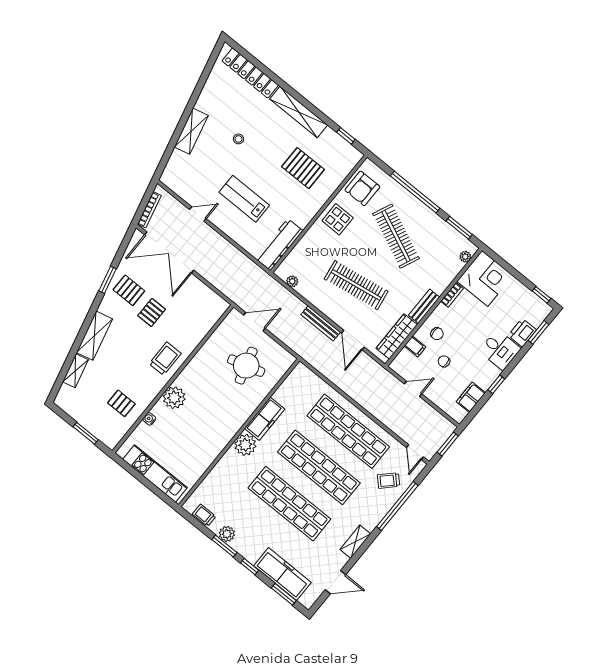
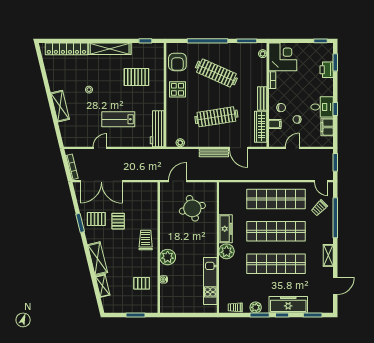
desk: (500, 350) -> (322, 107), moved
kitchen unit: (155, 473) -> (210, 281), moved, turned -90
freezer: (283, 574) -> (288, 305), moved

